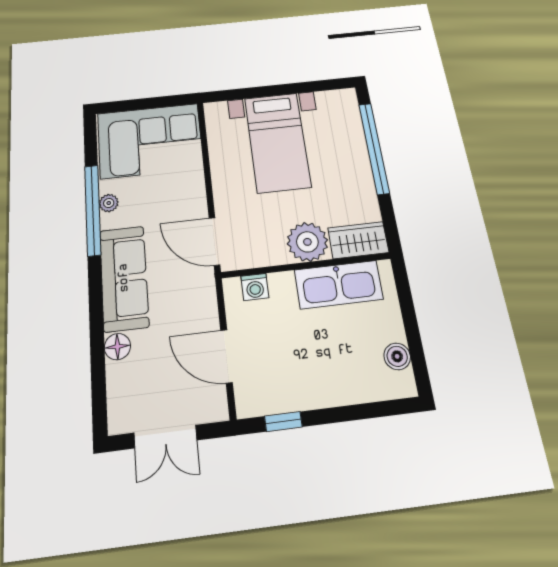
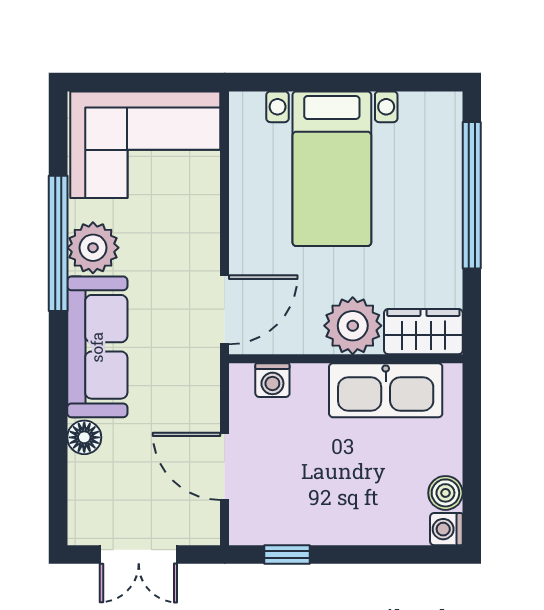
plant: (109, 203) -> (93, 248), width x1.87, depth x1.87
door: (215, 241) -> (225, 310), swing flipped
washing machine: (404, 385) -> (446, 529), added

